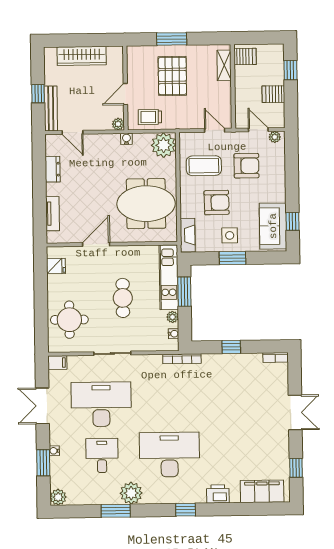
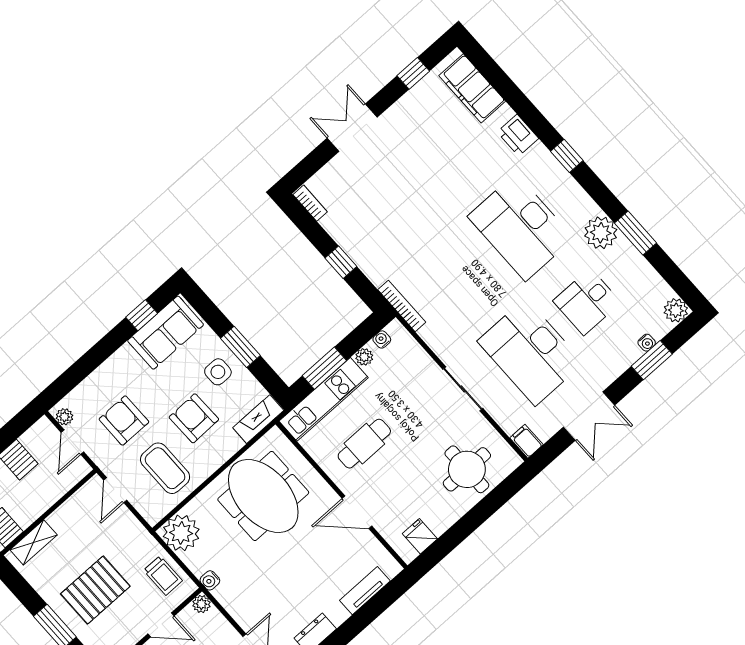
cafe table: (123, 298) -> (364, 444), moved
water cooler: (54, 451) -> (647, 343), moved

